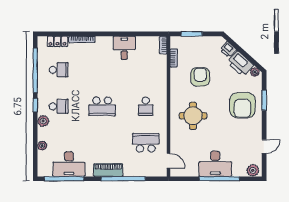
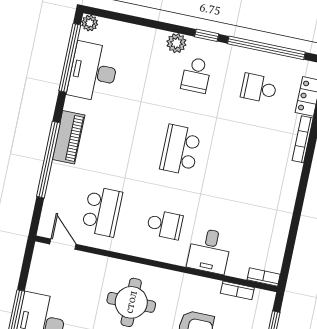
desk: (124, 48) -> (209, 251), moved, turned 90
school desk: (59, 70) -> (259, 88), turned 90
school desk: (146, 106) -> (165, 225), turned 180
plant: (42, 146) -> (90, 23), moved
door: (169, 161) -> (63, 244), swing flipped

